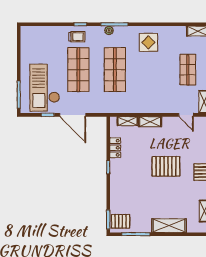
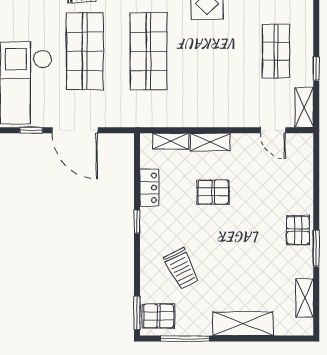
pallet: (166, 166) -> (213, 192), moved, width x0.67, depth x0.71
trolley: (134, 194) -> (181, 269), added

